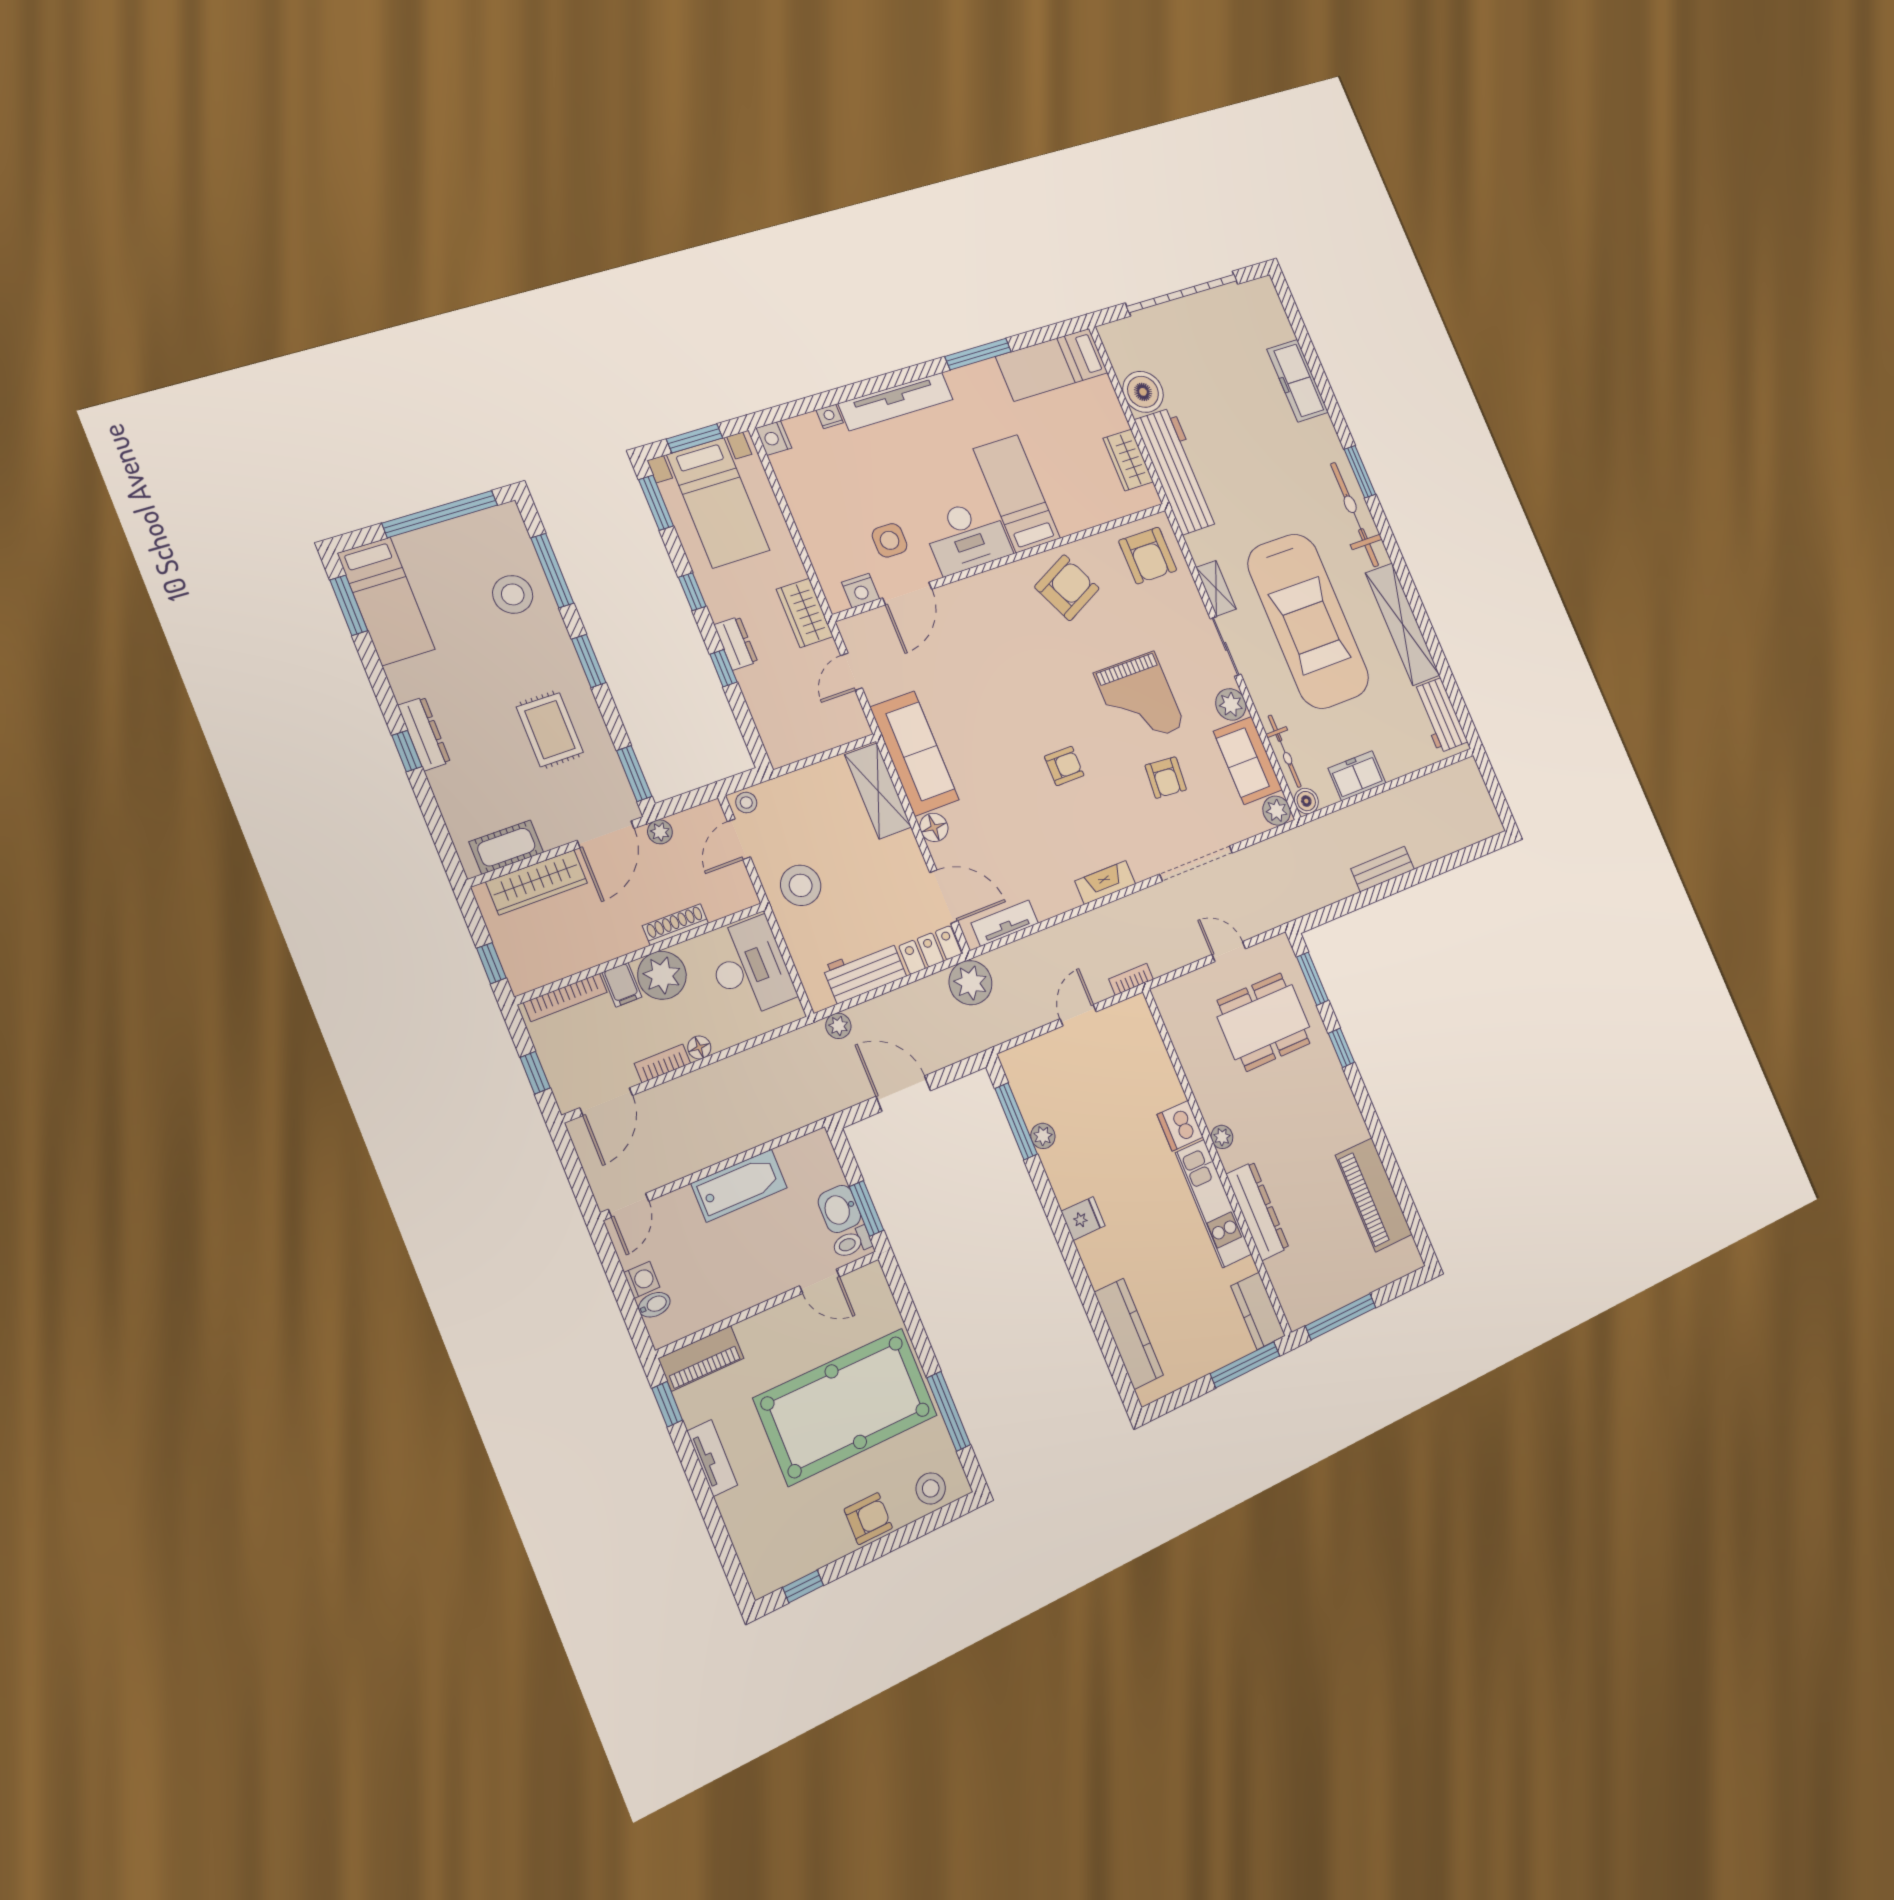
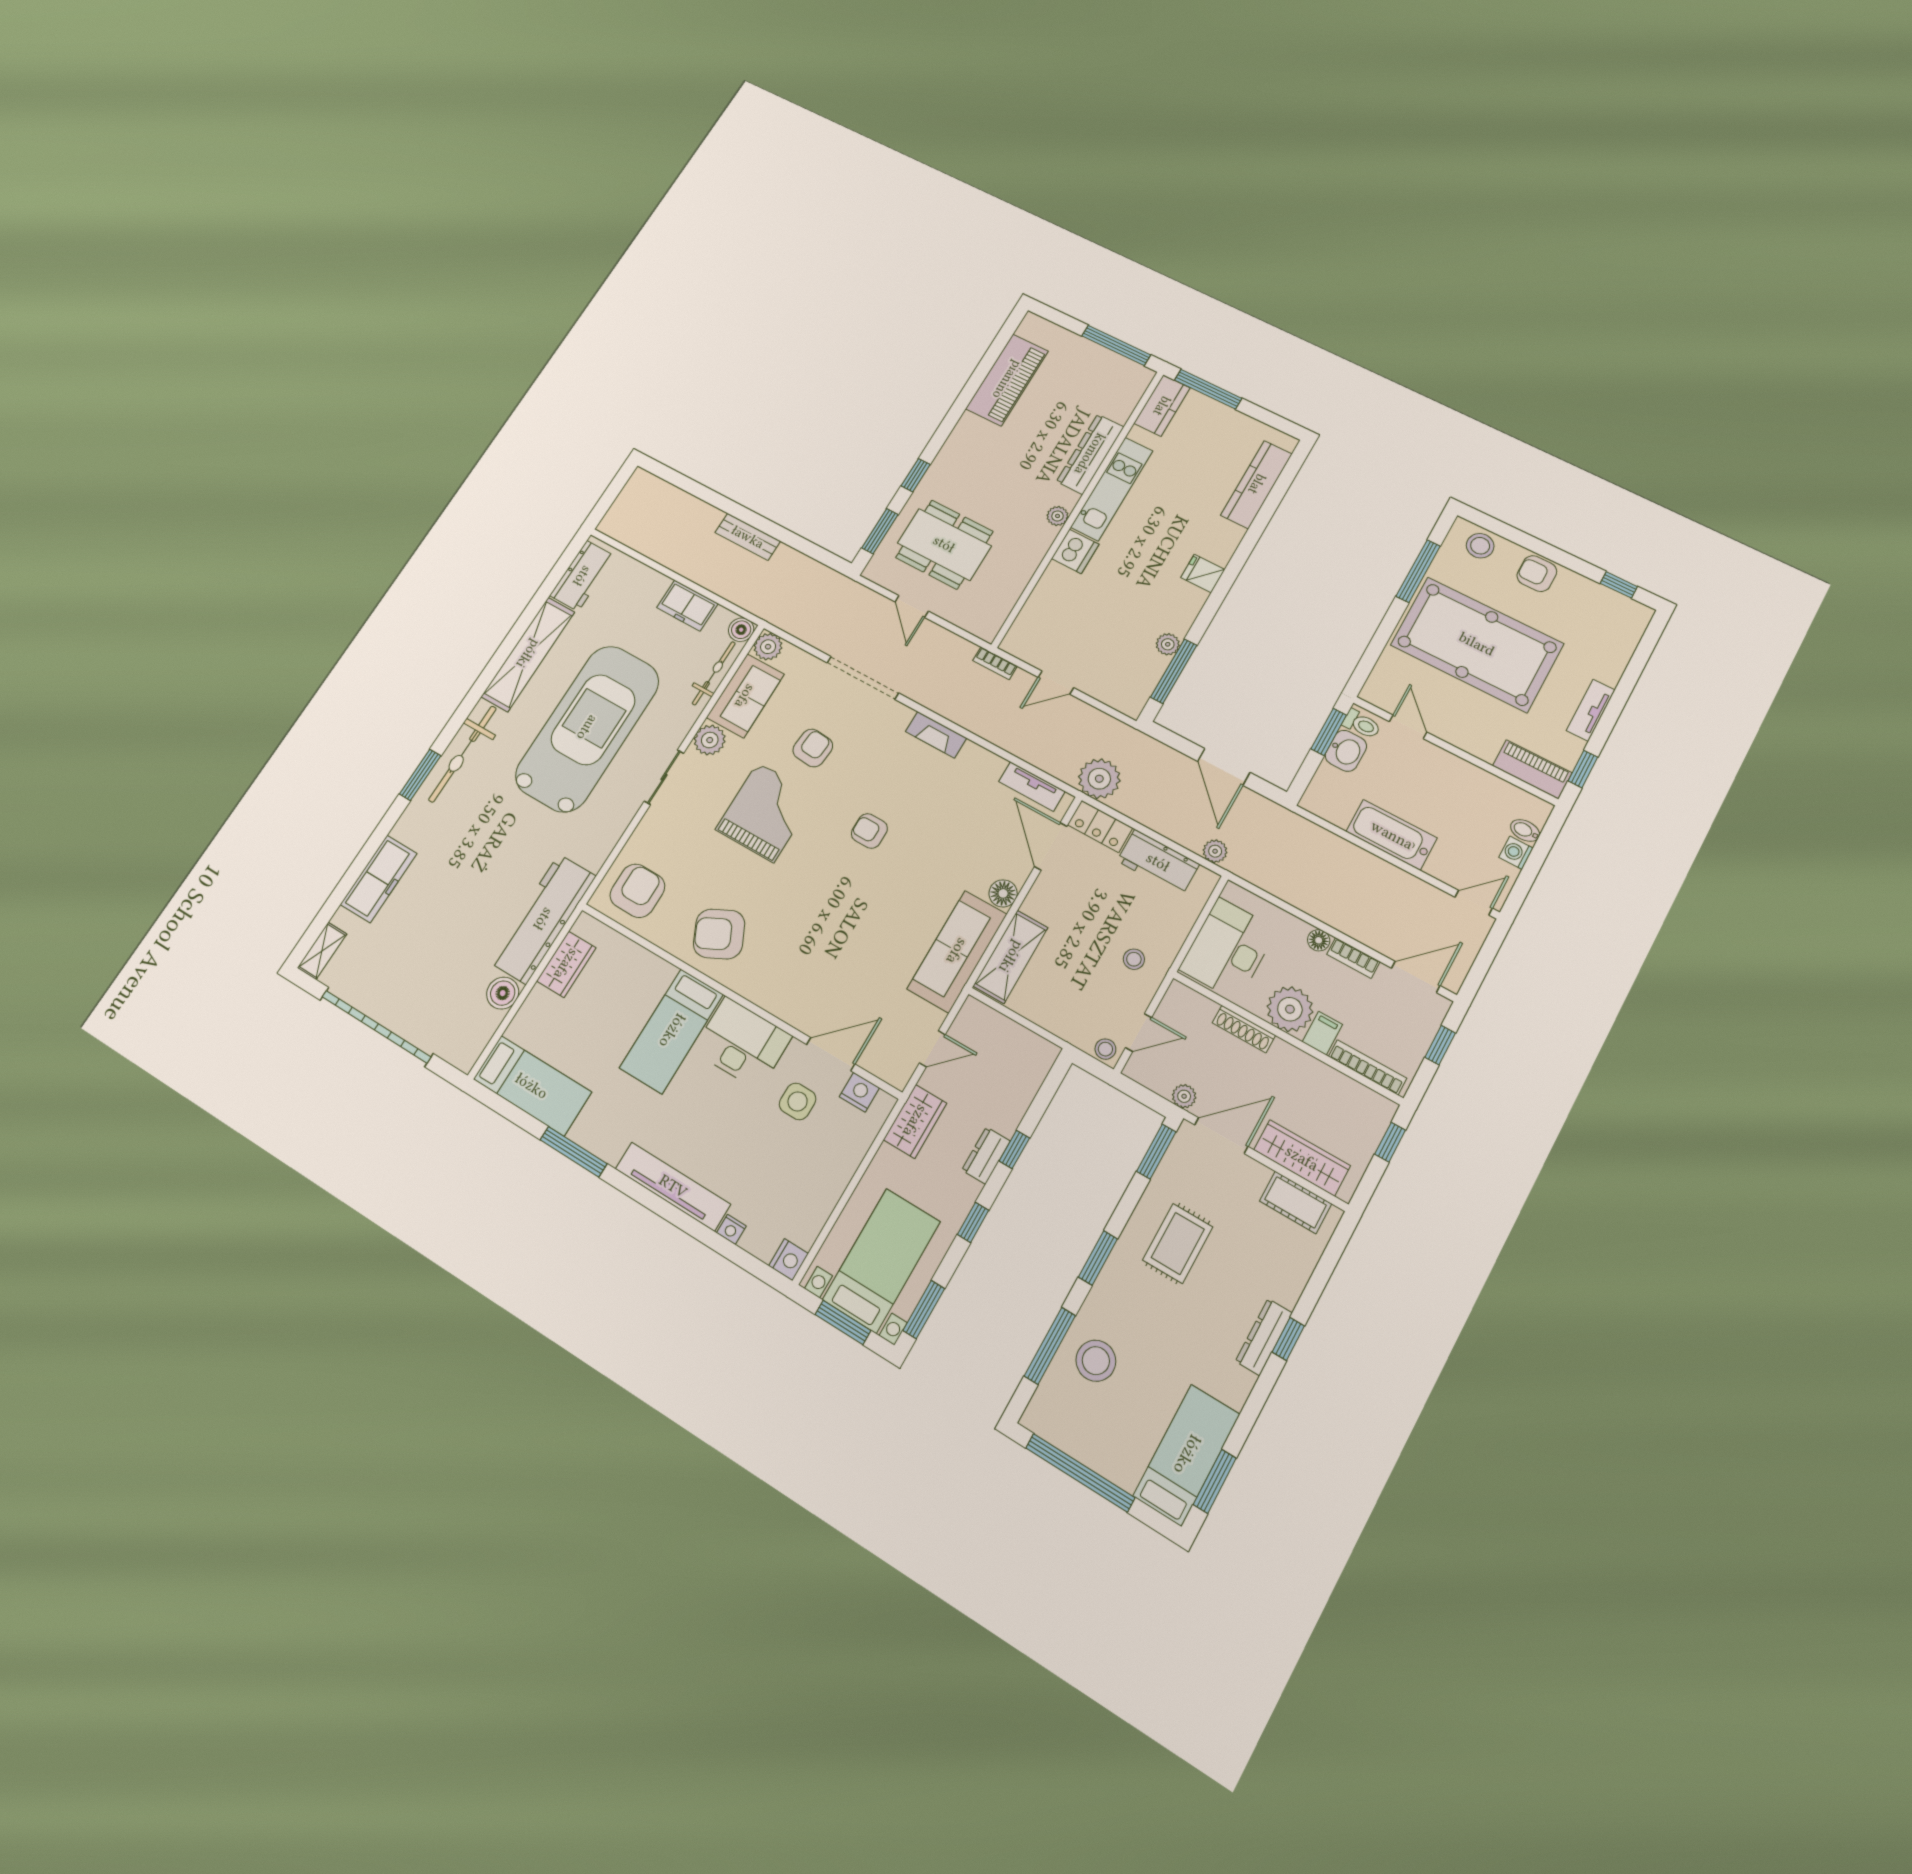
boiler: (1143, 392) -> (503, 993), width x0.73, depth x0.73
shelving: (1216, 588) -> (322, 951), moved
stool: (801, 885) -> (1134, 959), width x0.53, depth x0.53

